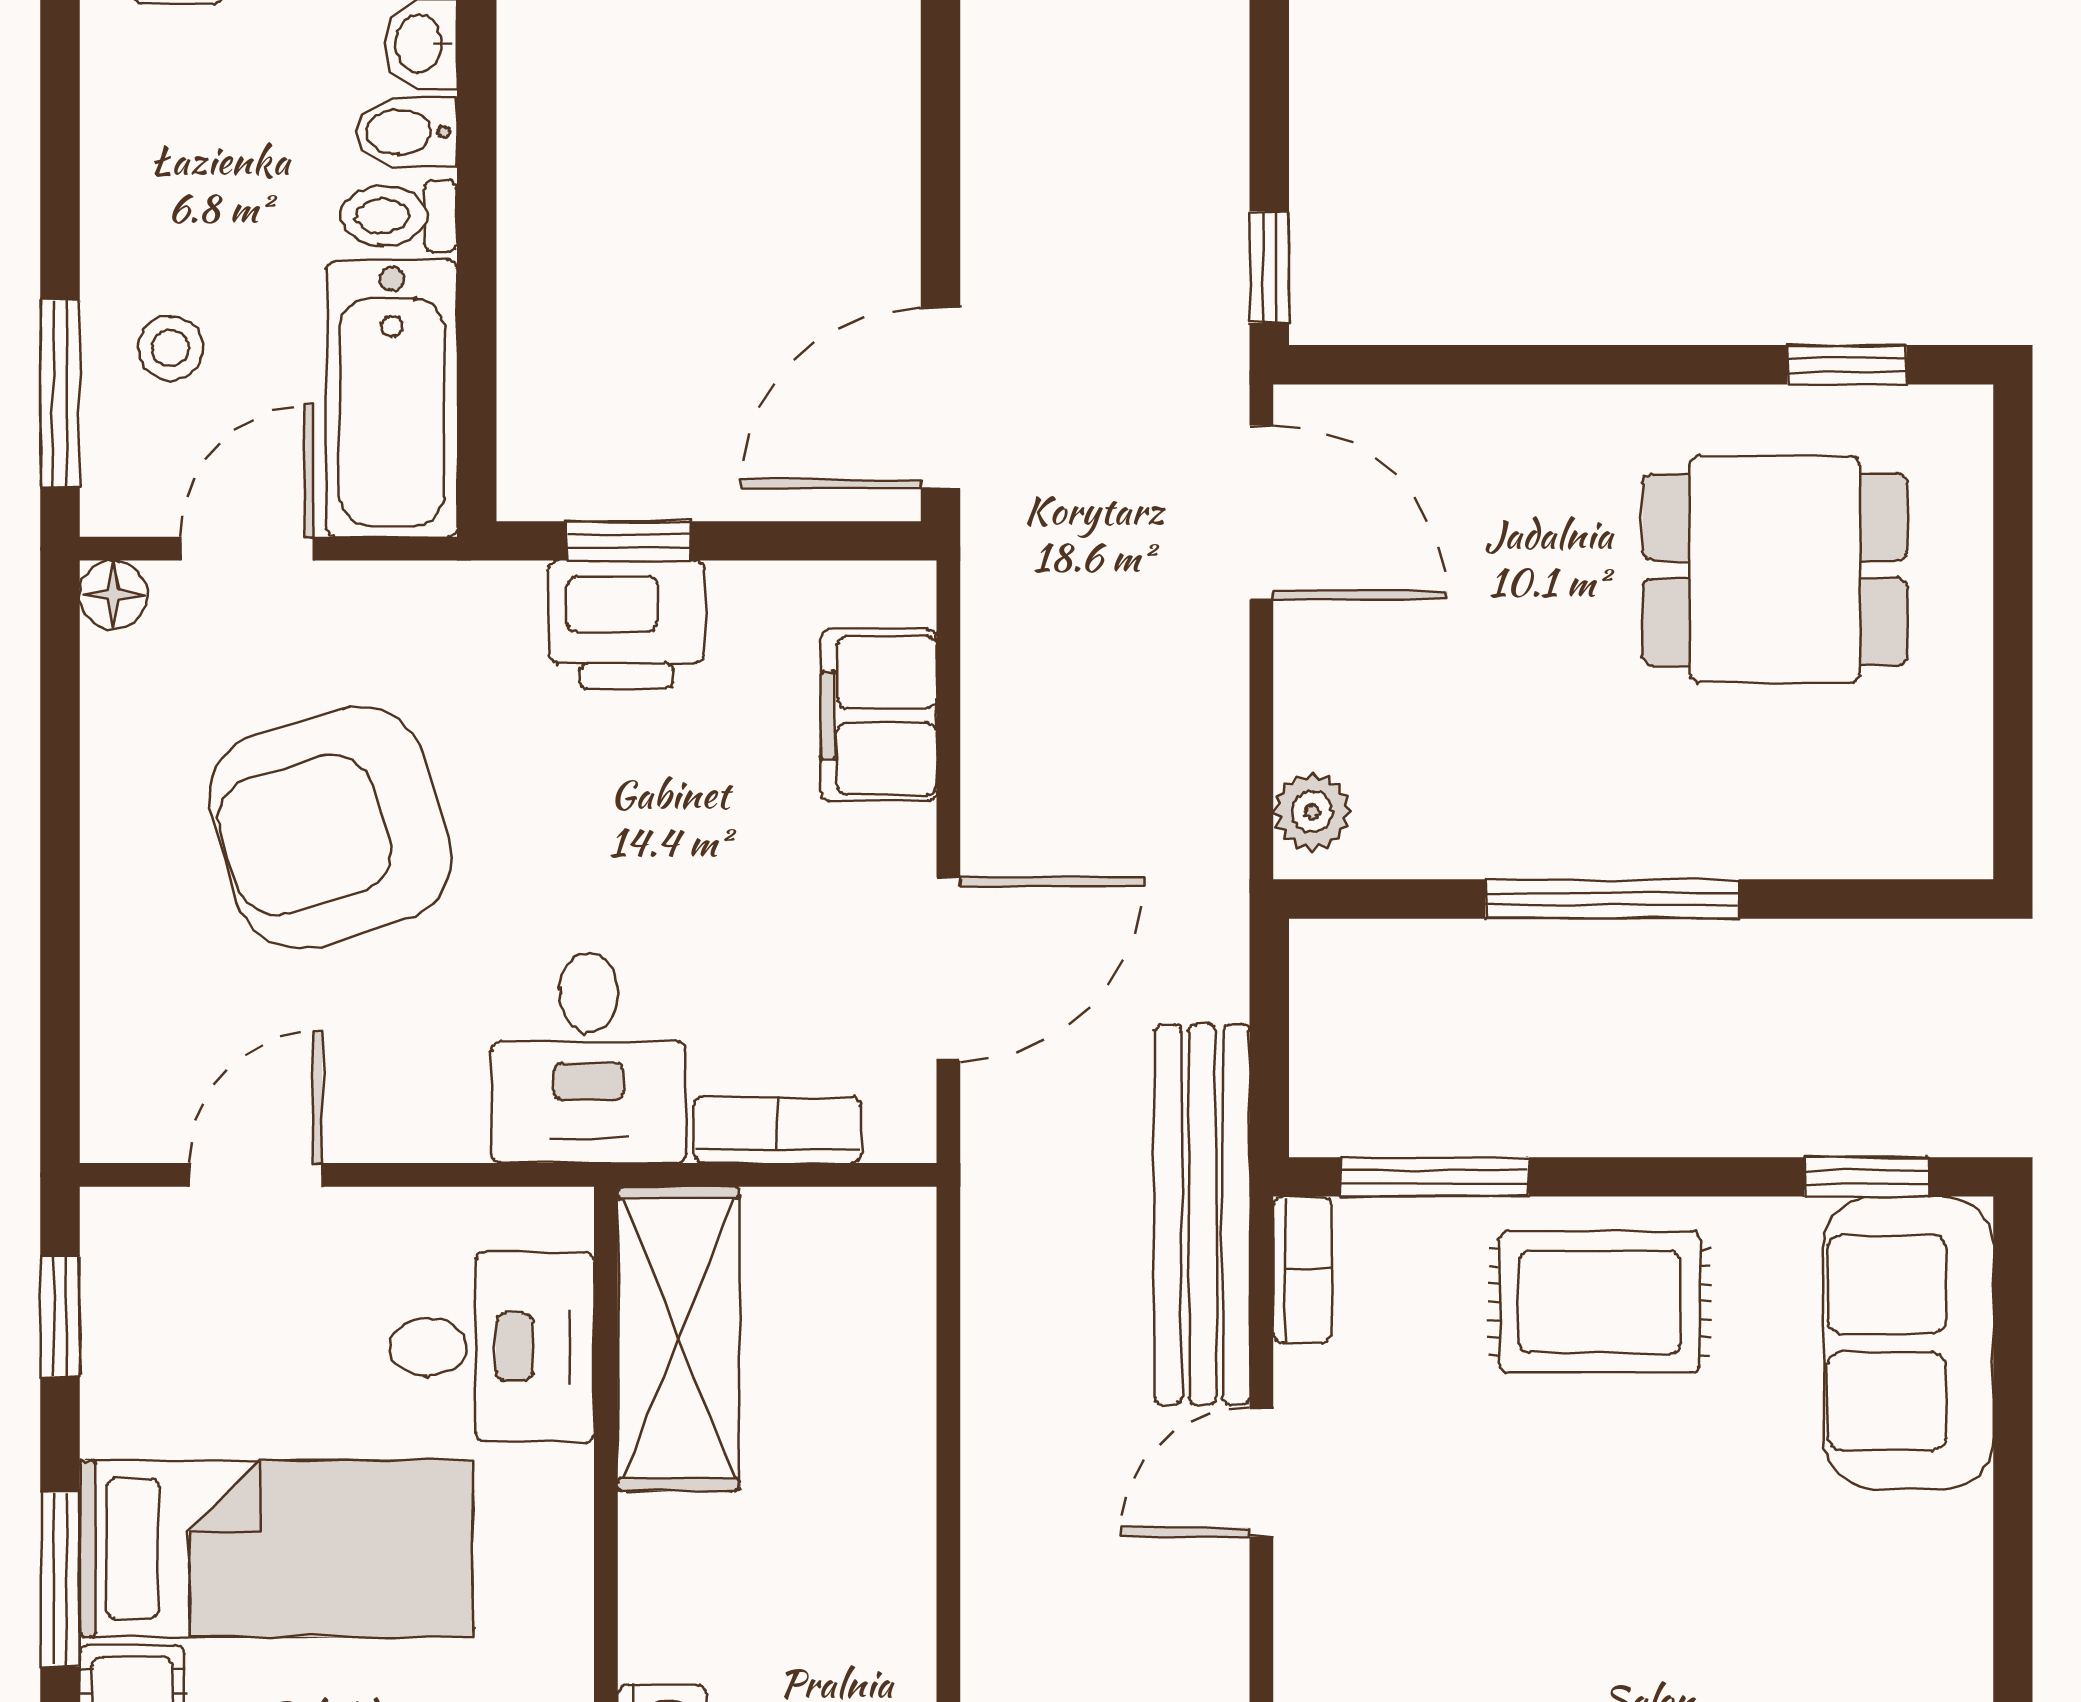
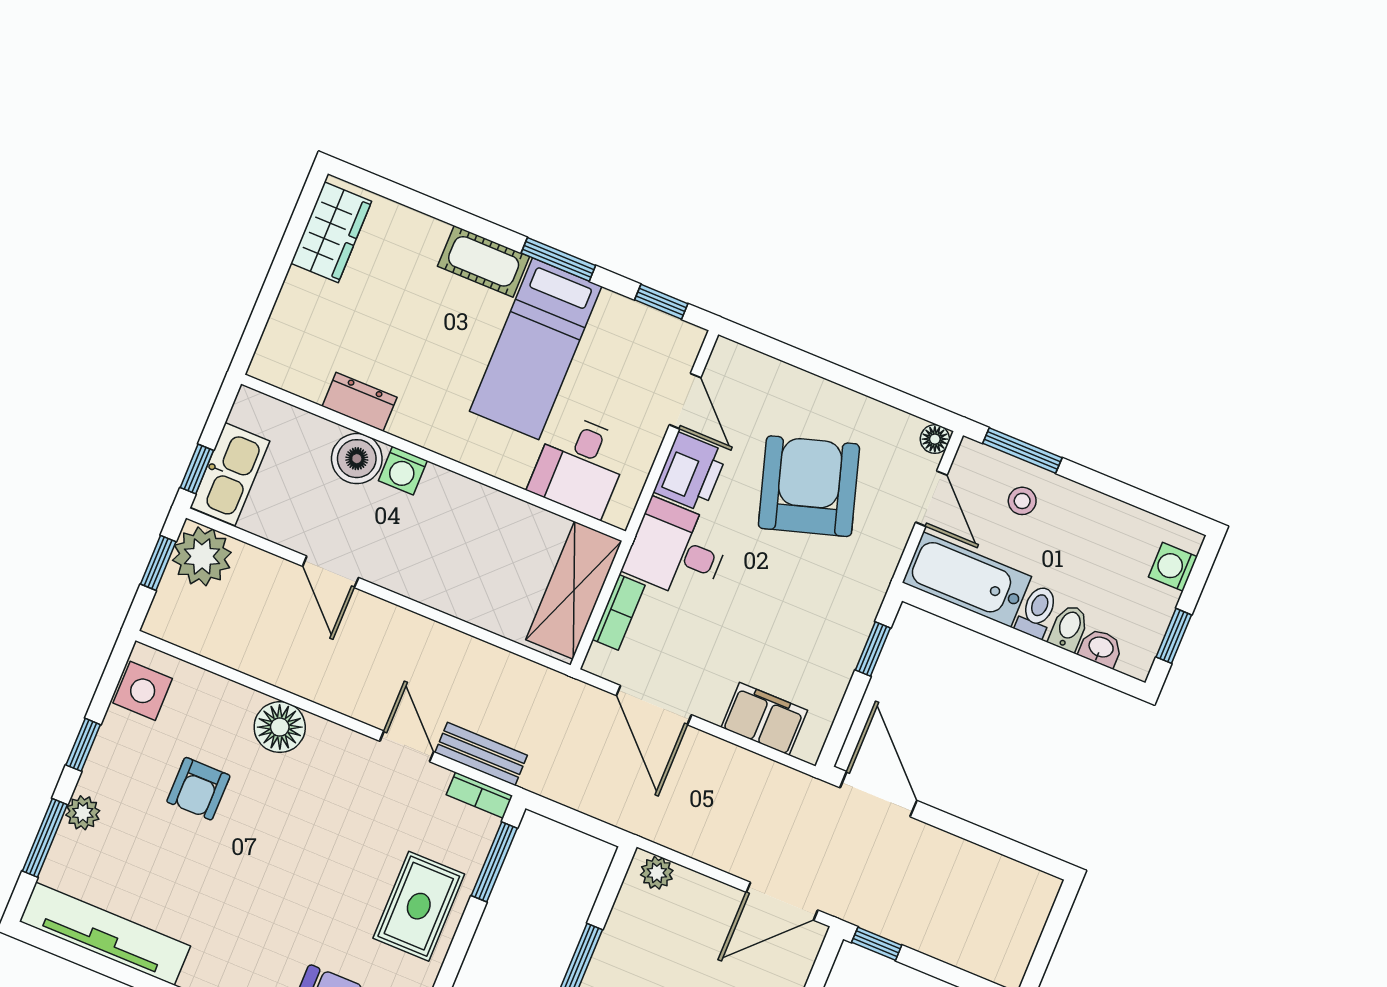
printer: (627, 625) -> (691, 472), moved, turned 180
bench: (1202, 1214) -> (481, 754), width x0.54, depth x0.82
shelving: (678, 1338) -> (574, 590), moved, turned 90

